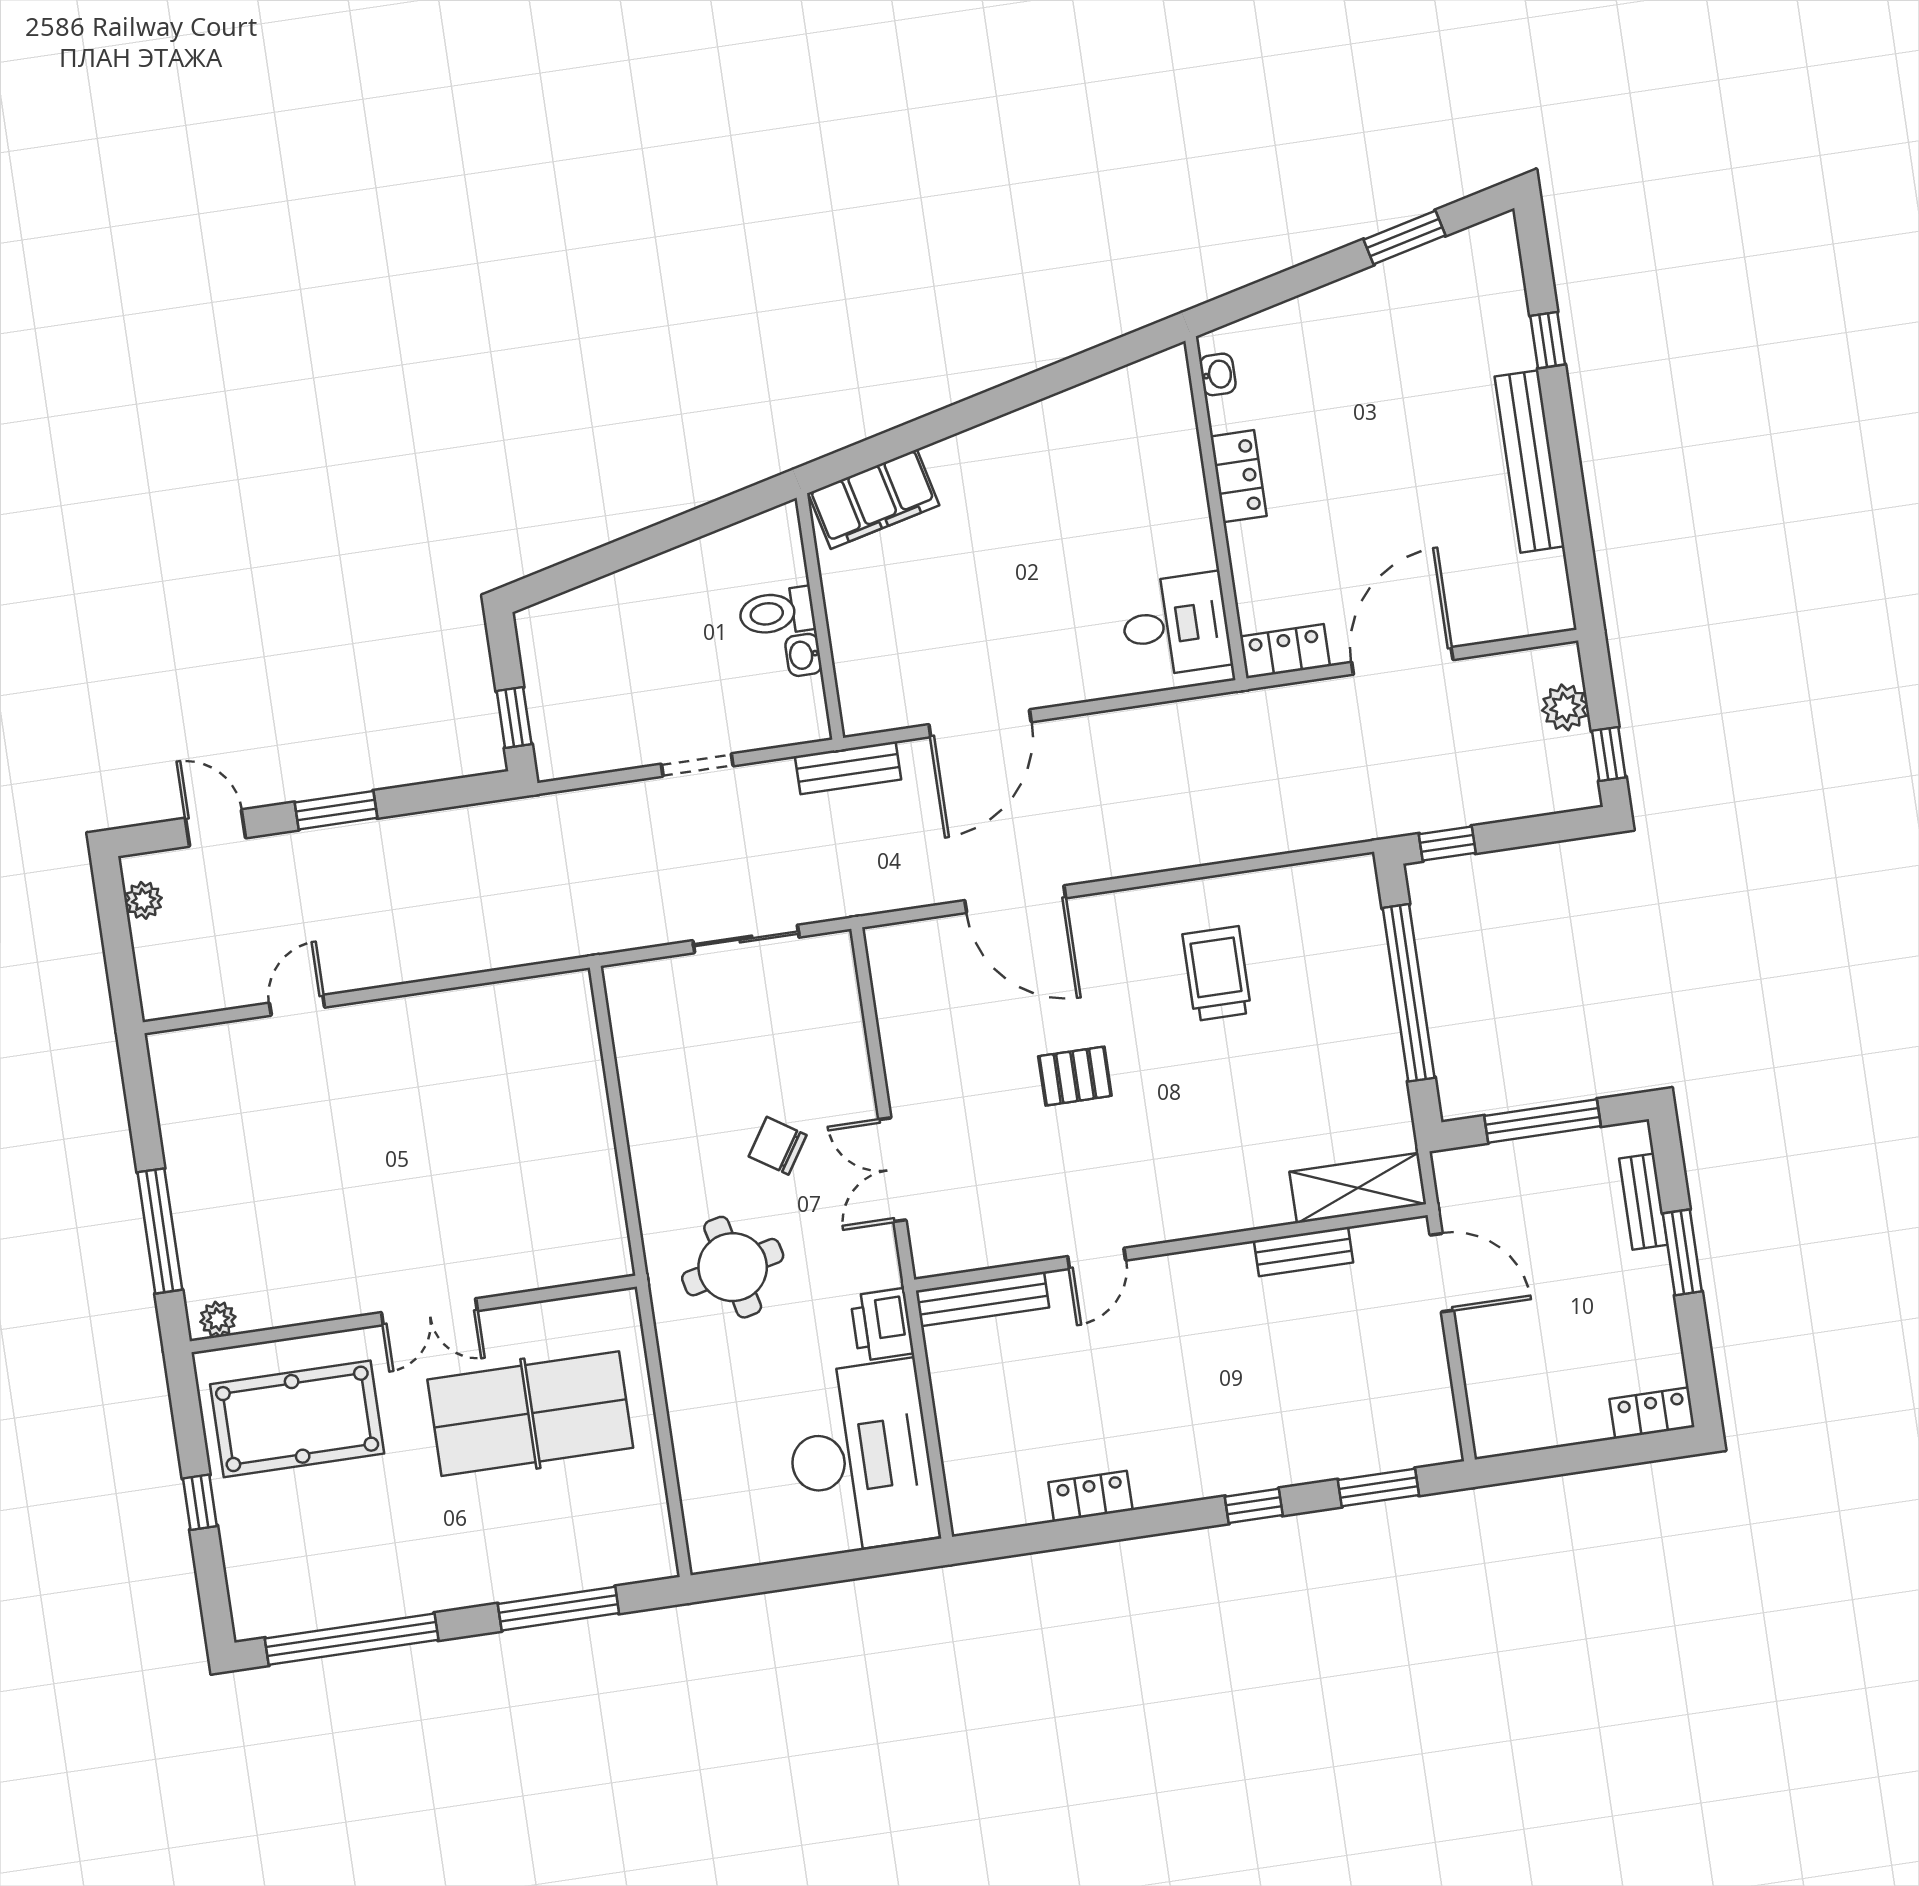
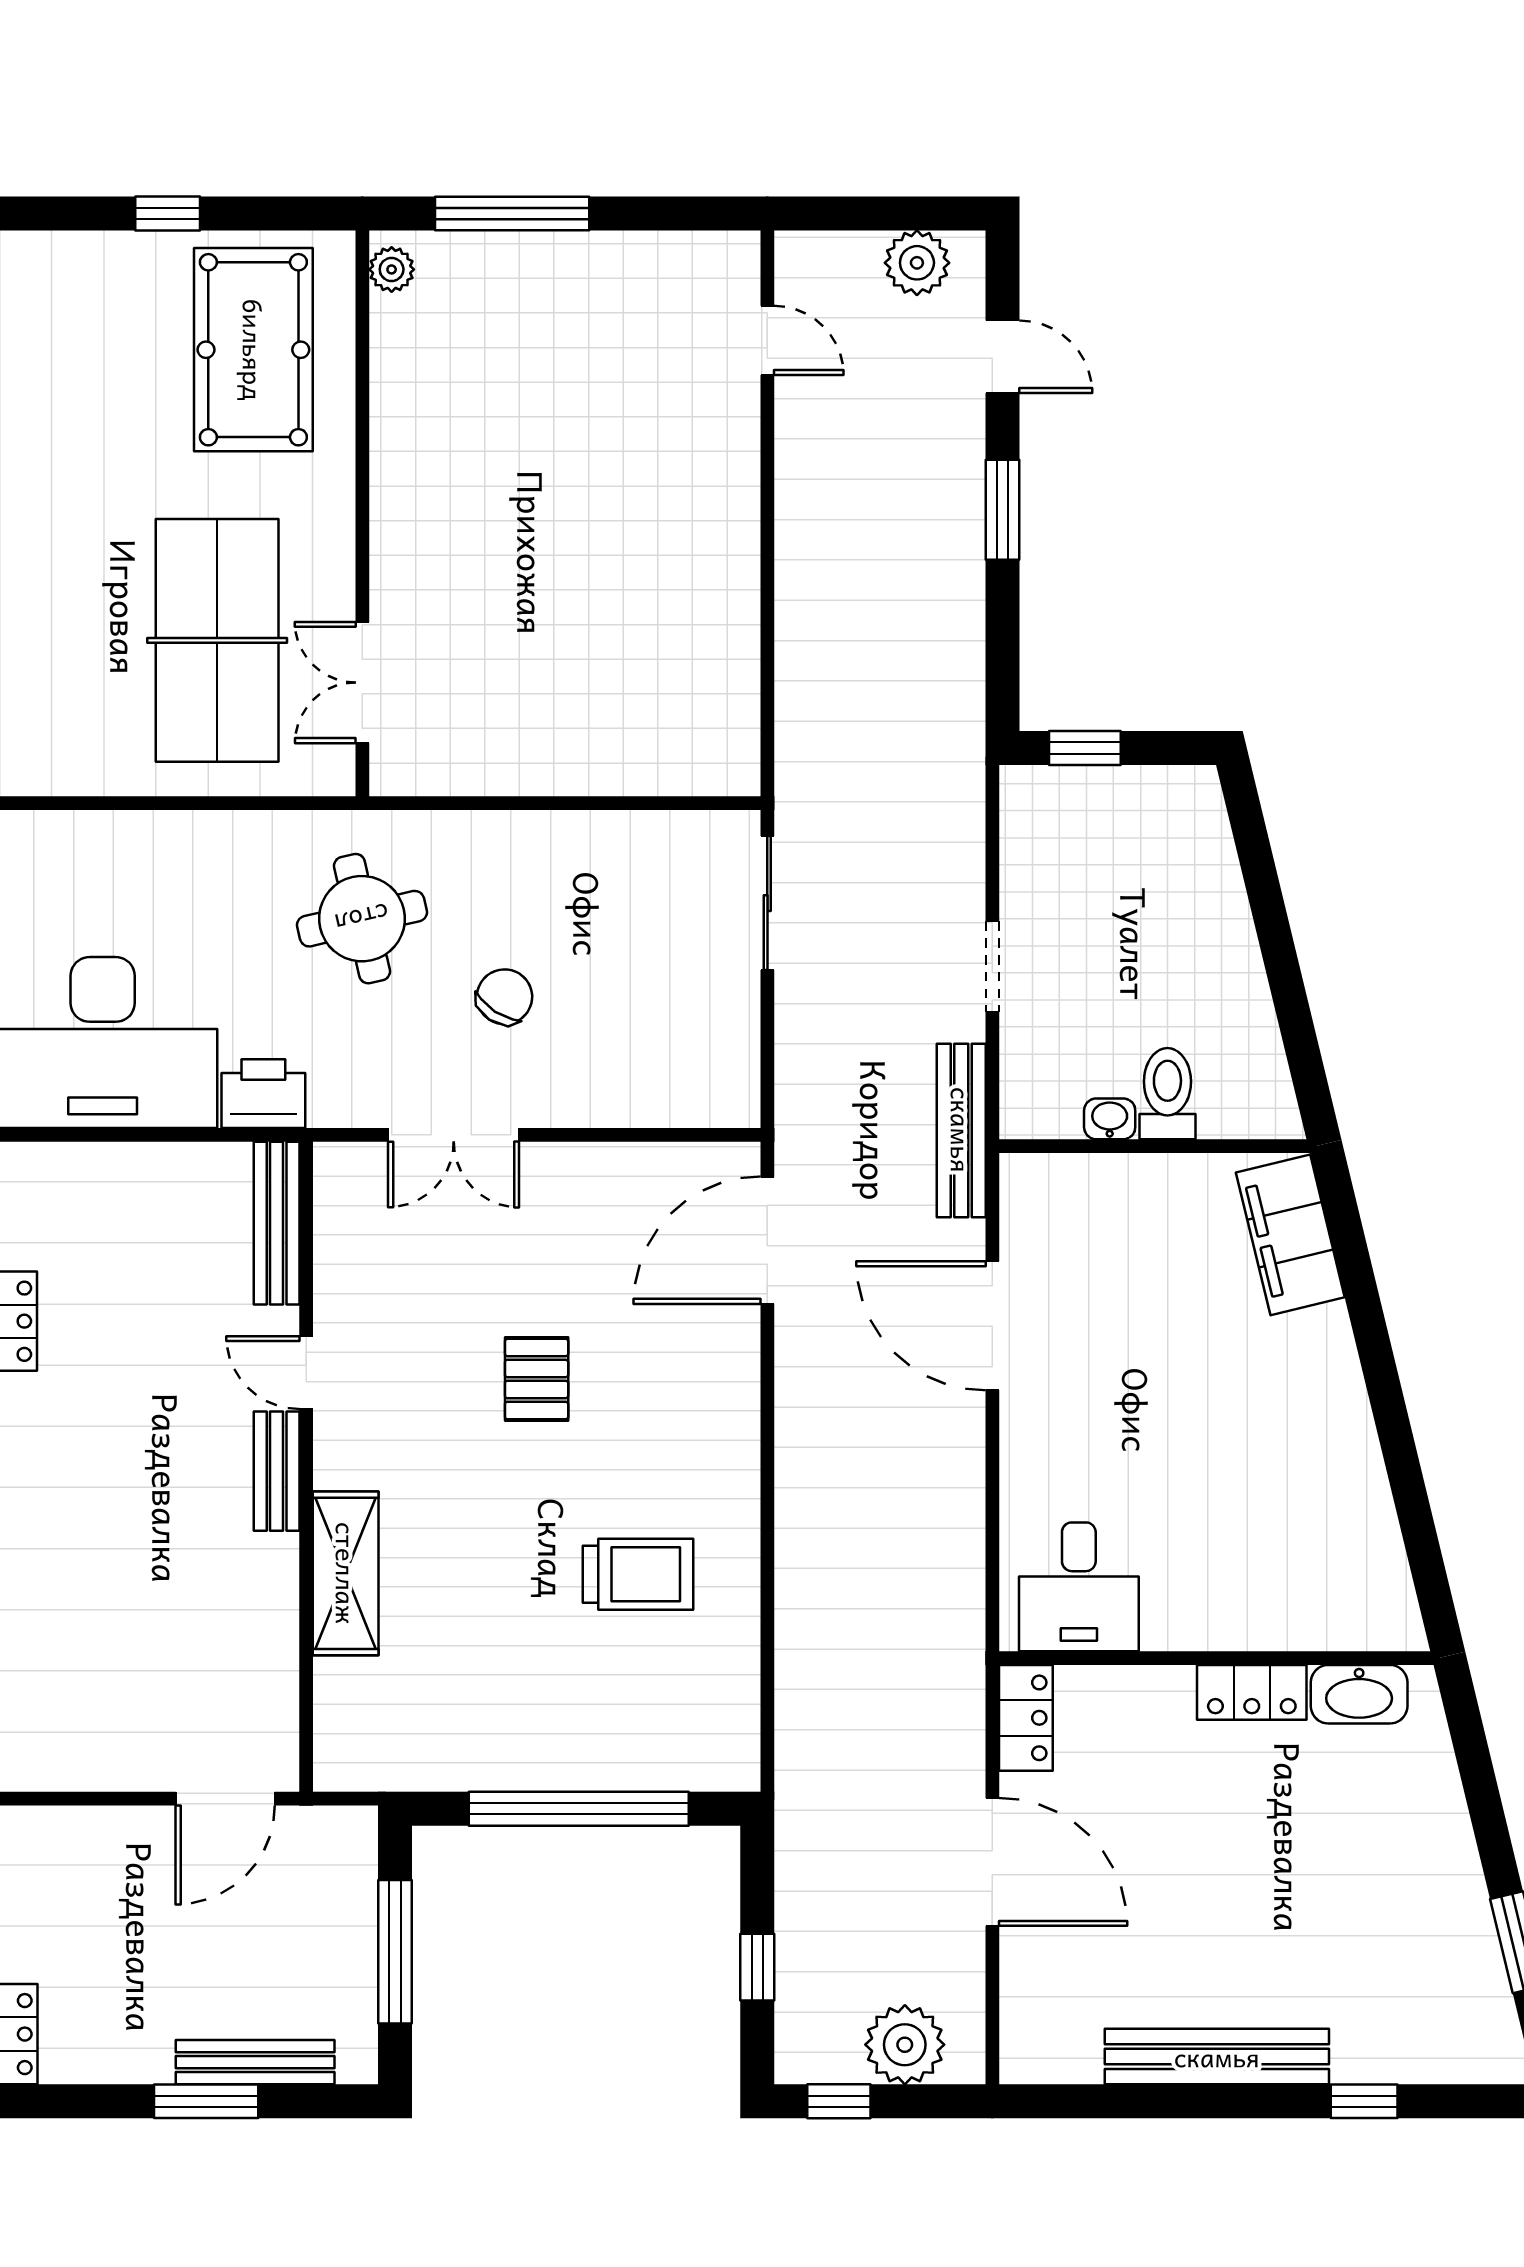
washbasin: (1218, 374) -> (1359, 1694), width x1.91, depth x1.45
plant: (1565, 707) -> (905, 2045), width x1.36, depth x1.36
bench: (848, 768) -> (961, 1130), width x1.36
door: (215, 828) -> (1002, 357), hinge flipped
window: (1447, 844) -> (757, 1967), moved
door: (1015, 899) -> (767, 1240), moved
plant: (143, 900) -> (917, 263), width x1.38, depth x1.38
sliding door: (746, 939) -> (767, 903), moved
door: (297, 1005) -> (767, 340), moved
double door: (892, 1170) -> (454, 1135), swing flipped
shelving: (1358, 1188) -> (346, 1573), moved
bench: (1643, 1202) -> (255, 2062), width x1.36
bench: (1304, 1252) -> (277, 1471), moved
double door: (429, 1312) -> (362, 683), moved

